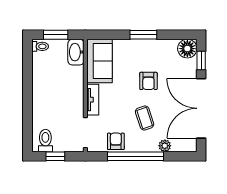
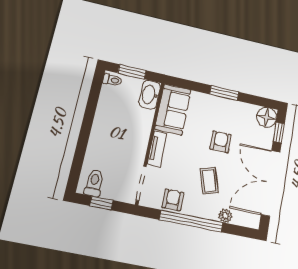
armchair: (148, 81) -> (221, 142), turned 180

